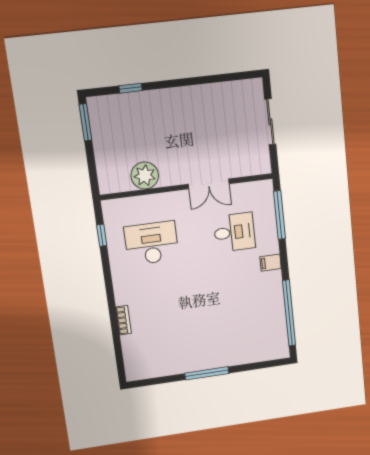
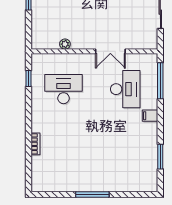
plant: (145, 176) -> (65, 44), width x0.53, depth x0.53
desk: (234, 232) -> (125, 89), width x1.37
window: (289, 313) -> (160, 157), width x0.47

